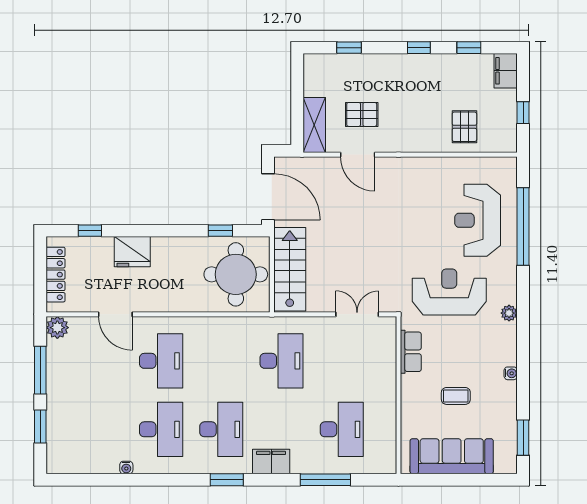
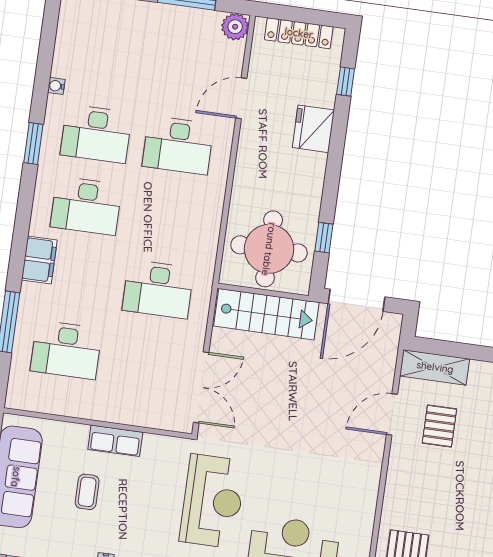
double door: (357, 314) -> (201, 387), width x1.37
row of seats: (411, 352) -> (115, 441), moved
window: (227, 480) -> (33, 144), moved

